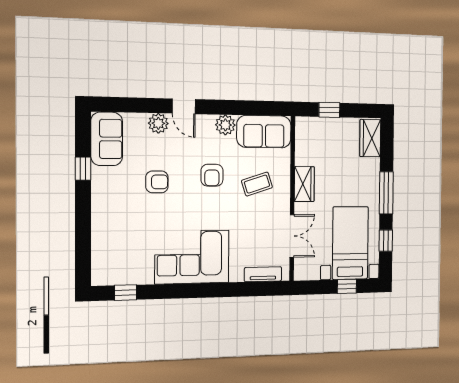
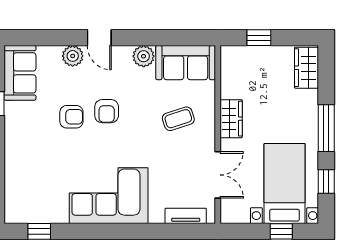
armchair: (212, 175) -> (107, 111), moved

